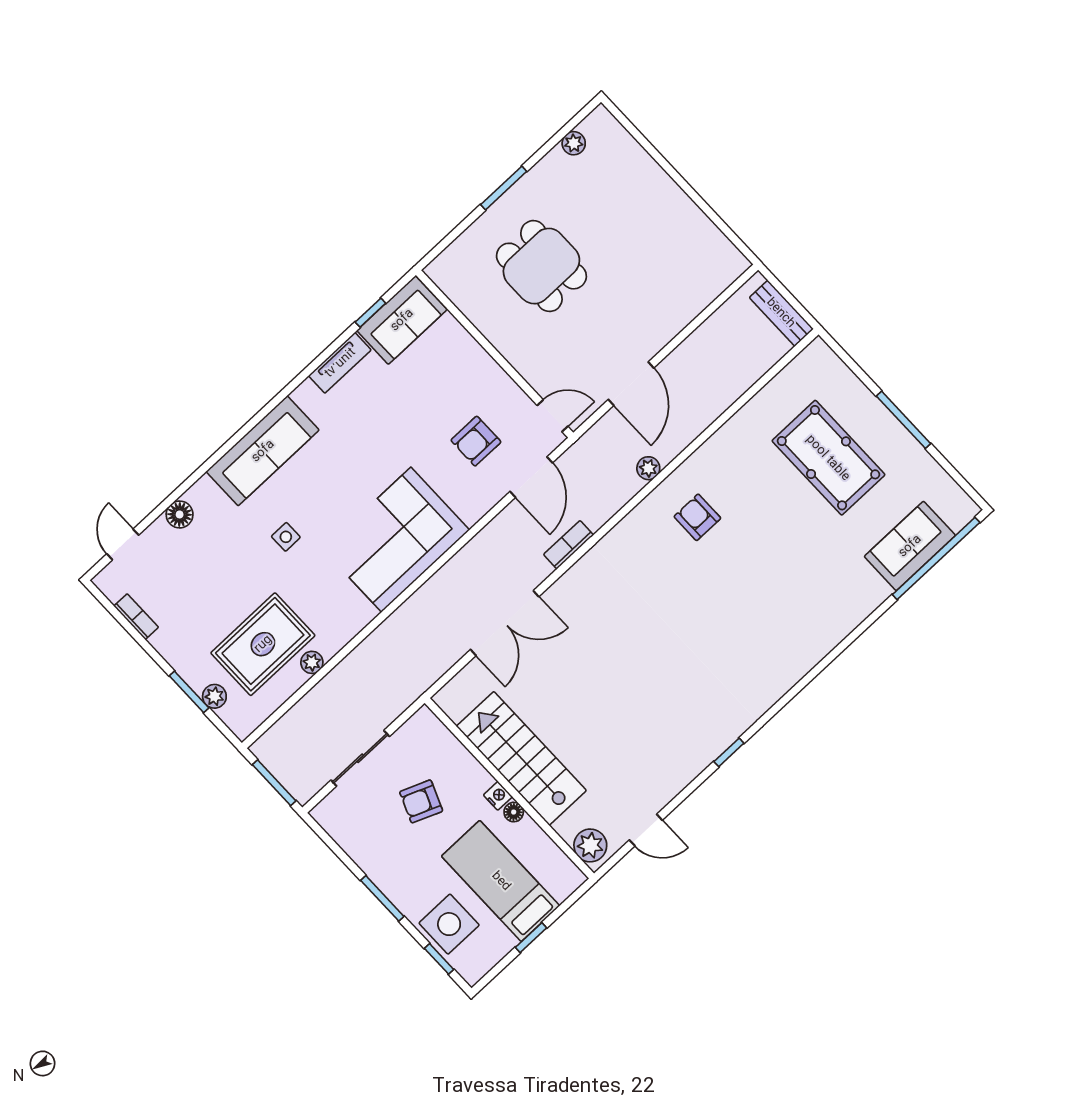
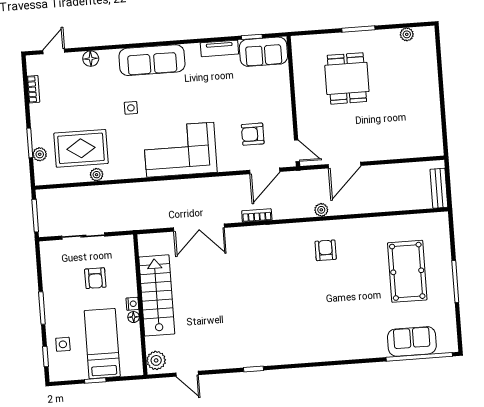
armchair: (421, 801) -> (95, 278), turned -112
side table: (449, 924) -> (63, 344), width x0.54, depth x0.54

